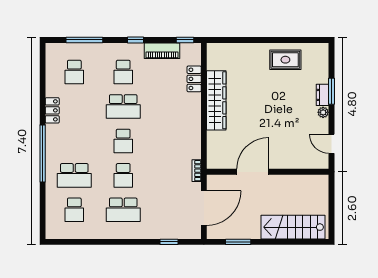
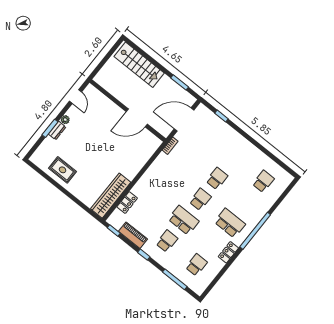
wardrobe: (216, 100) -> (111, 196), moved
school desk: (74, 175) -> (230, 223), moved
school desk: (123, 210) -> (234, 158), removed

